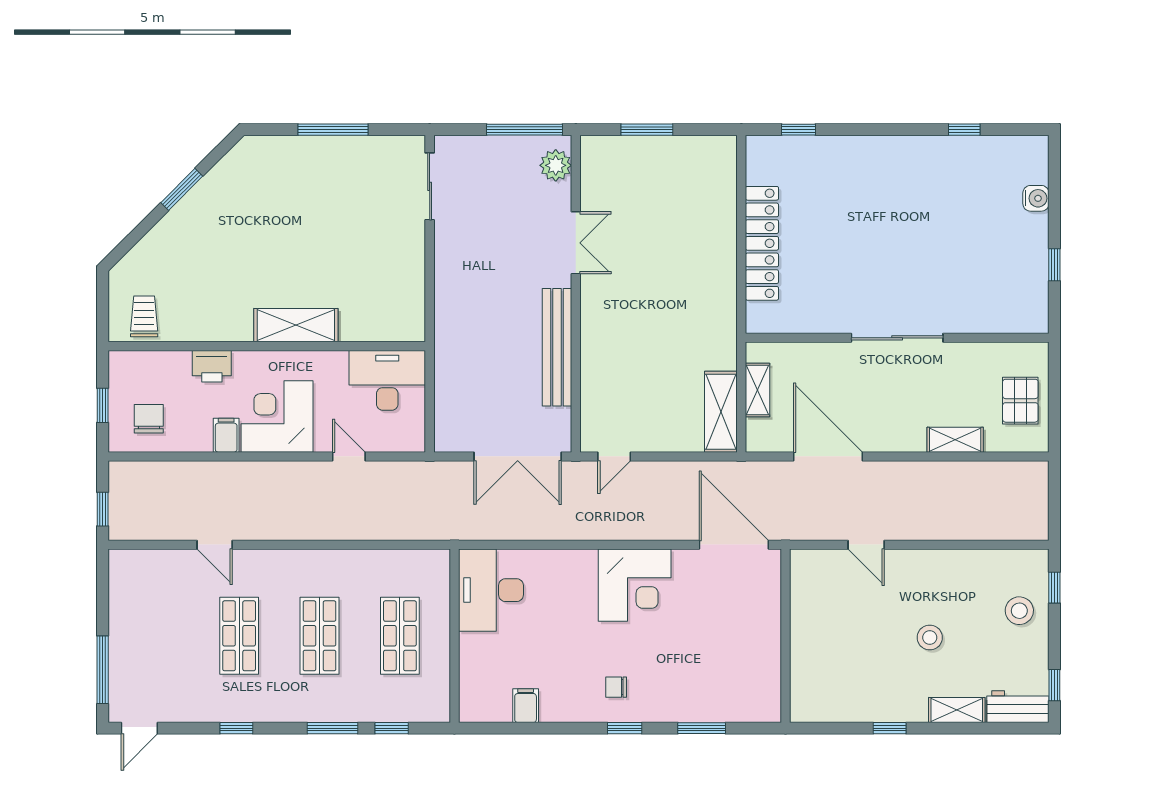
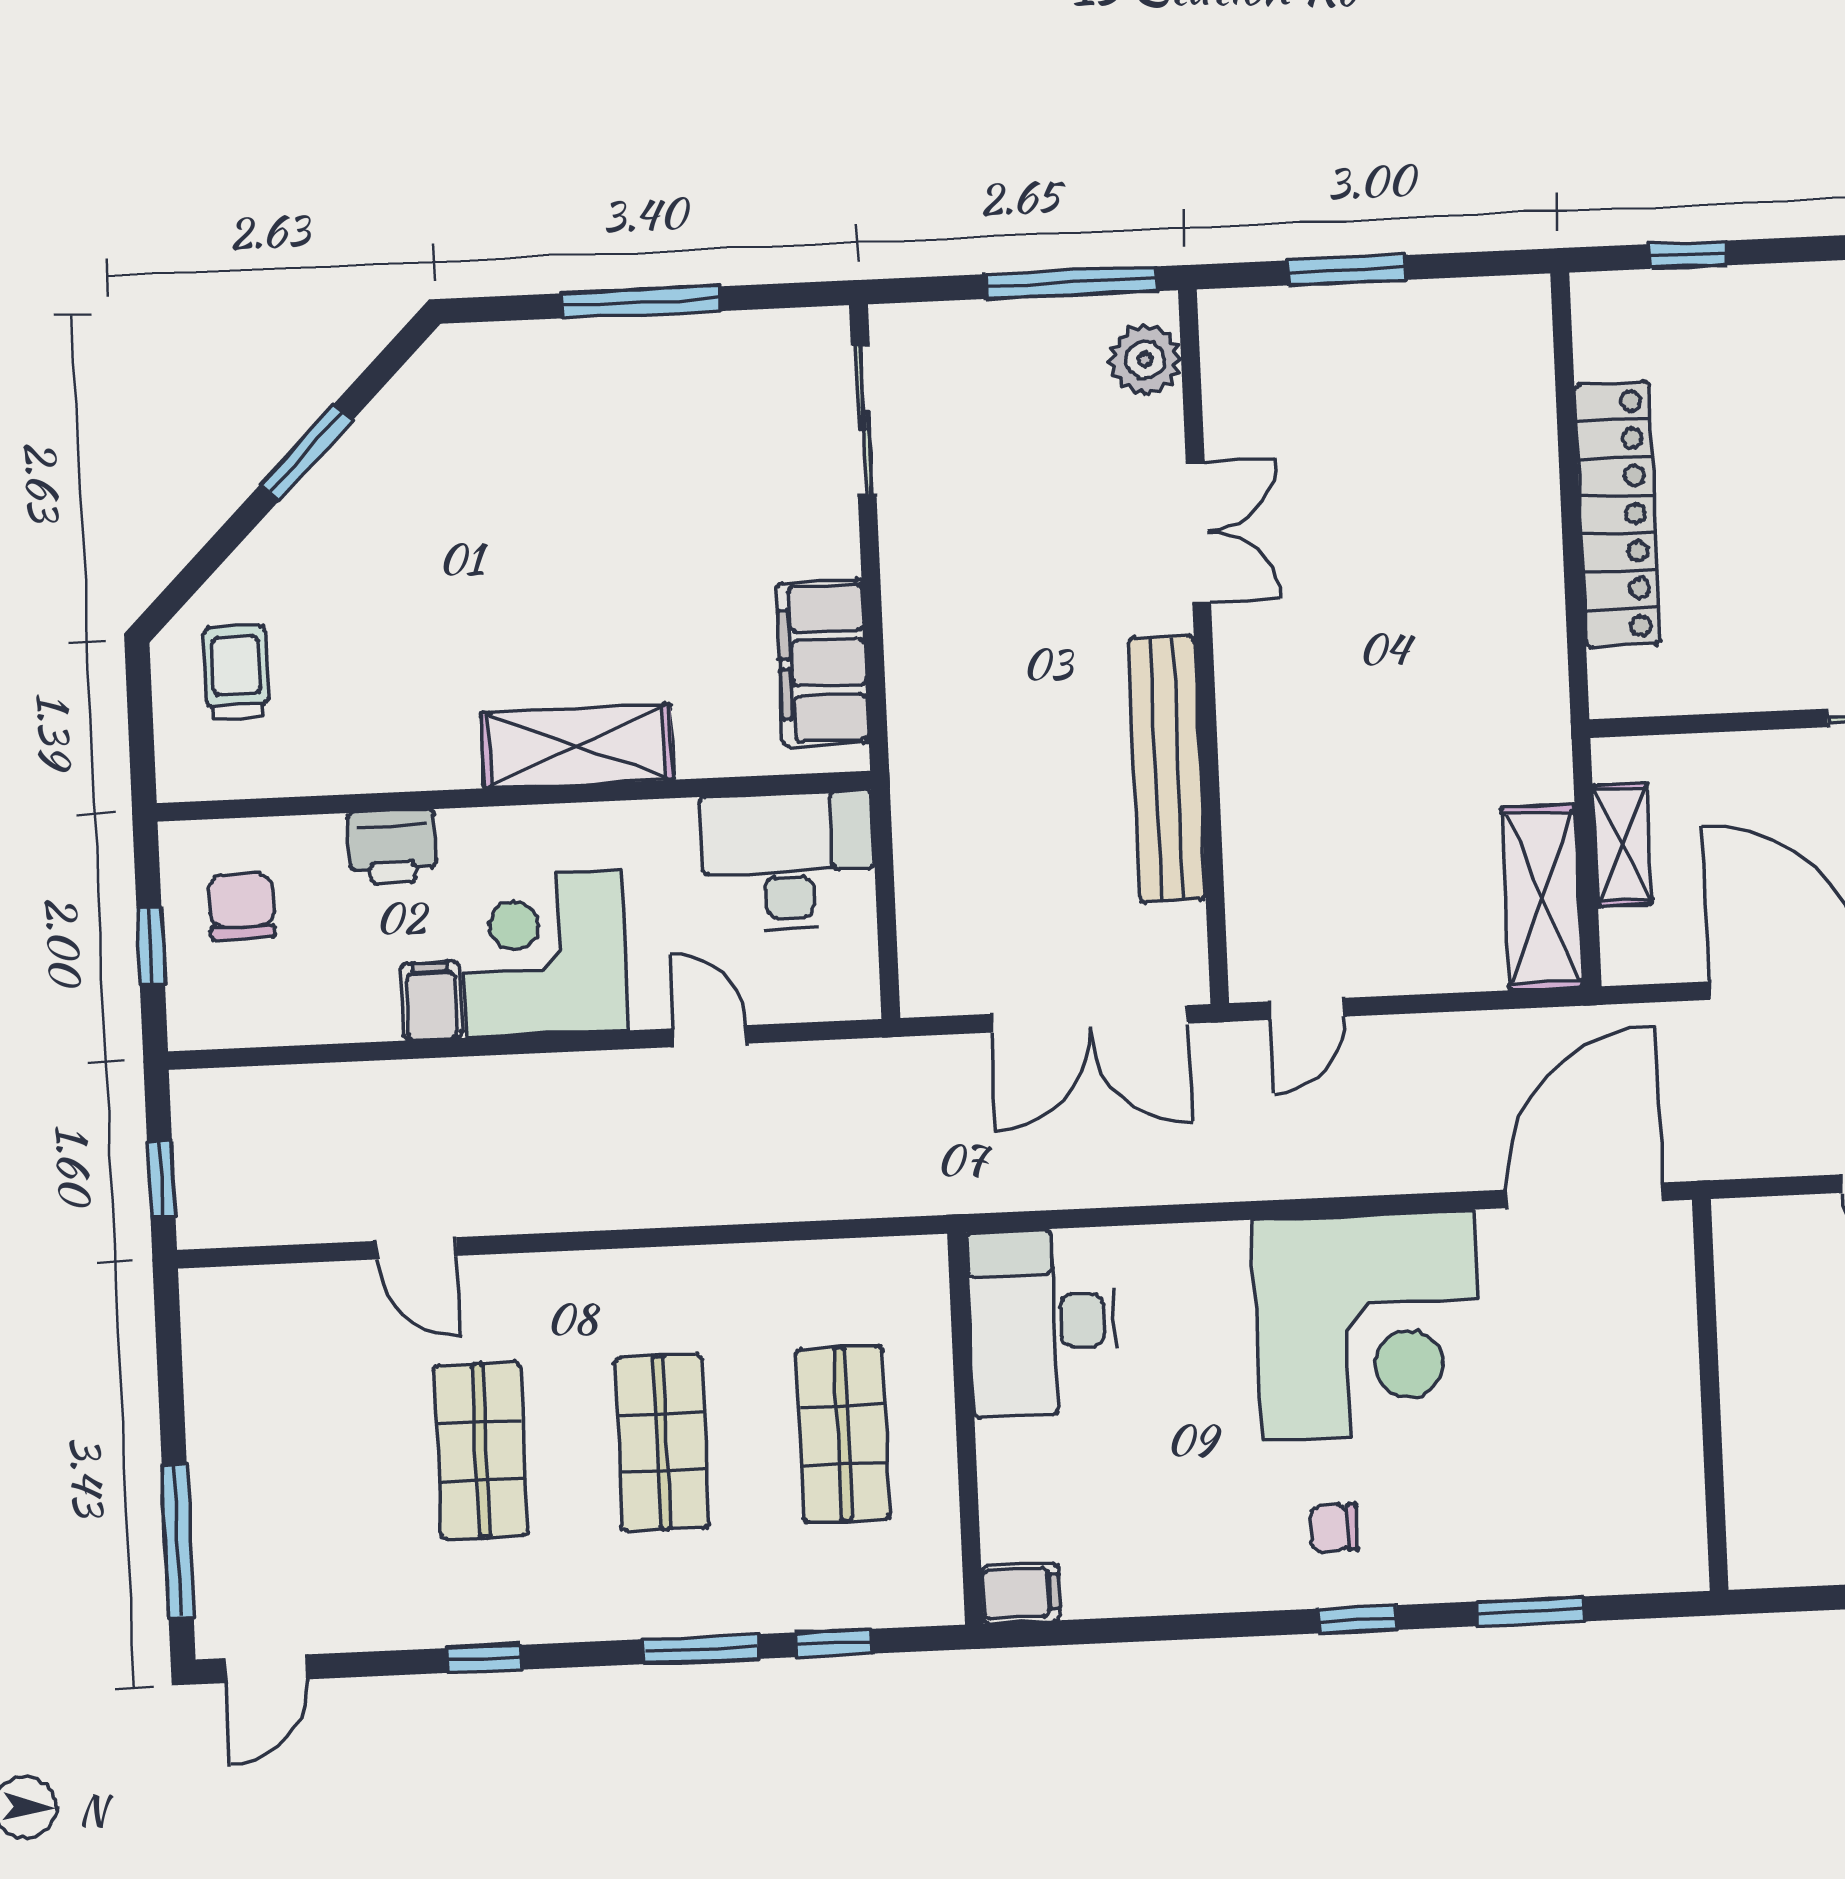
filing cabinet: (407, 293) -> (823, 663), added
trolley: (144, 316) -> (236, 672), moved
chair: (149, 419) -> (241, 906), moved
door: (734, 545) -> (1585, 1195), hinge flipped
corner desk: (635, 585) -> (1367, 1326), width x1.36, depth x1.36
filing cabinet: (526, 706) -> (1021, 1593), moved, turned 90

